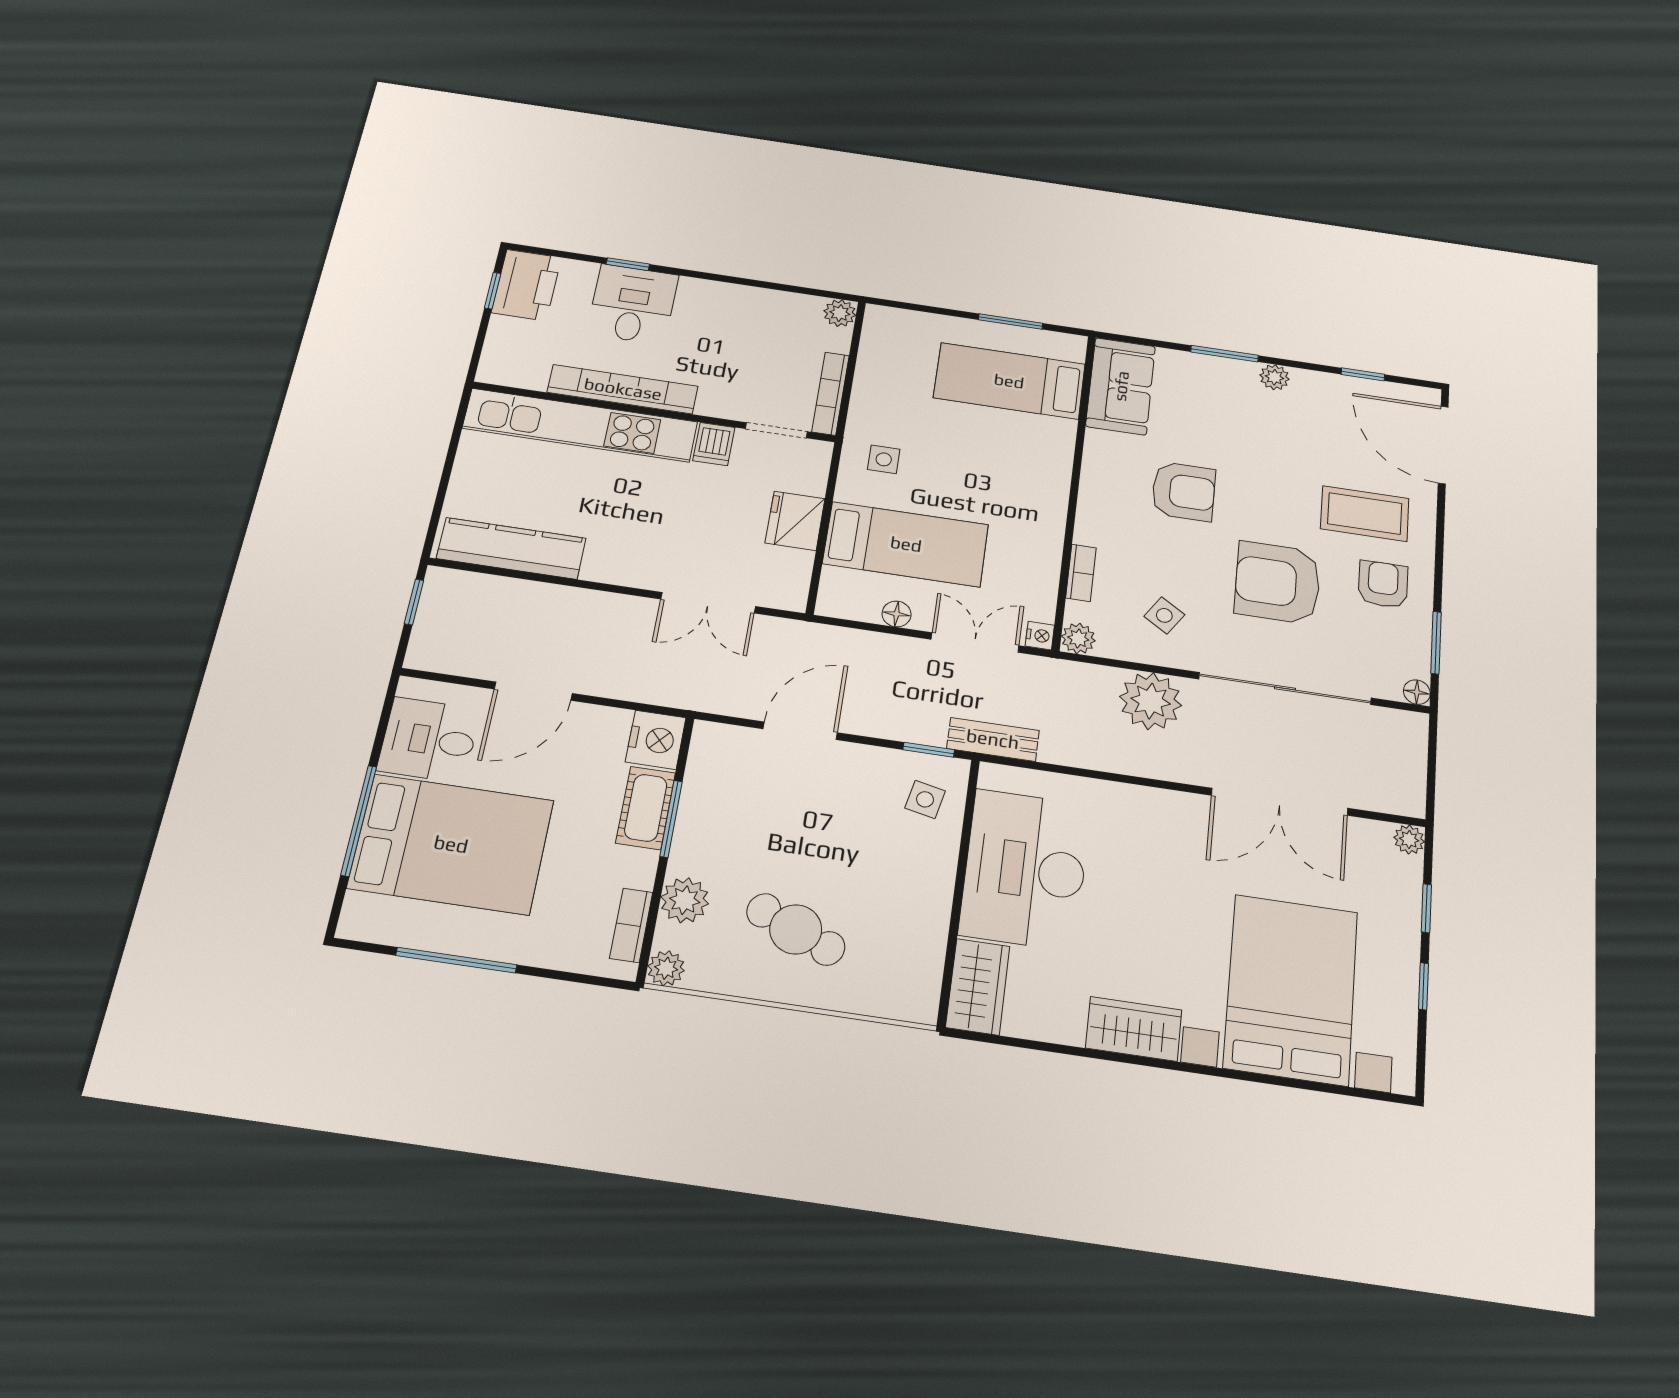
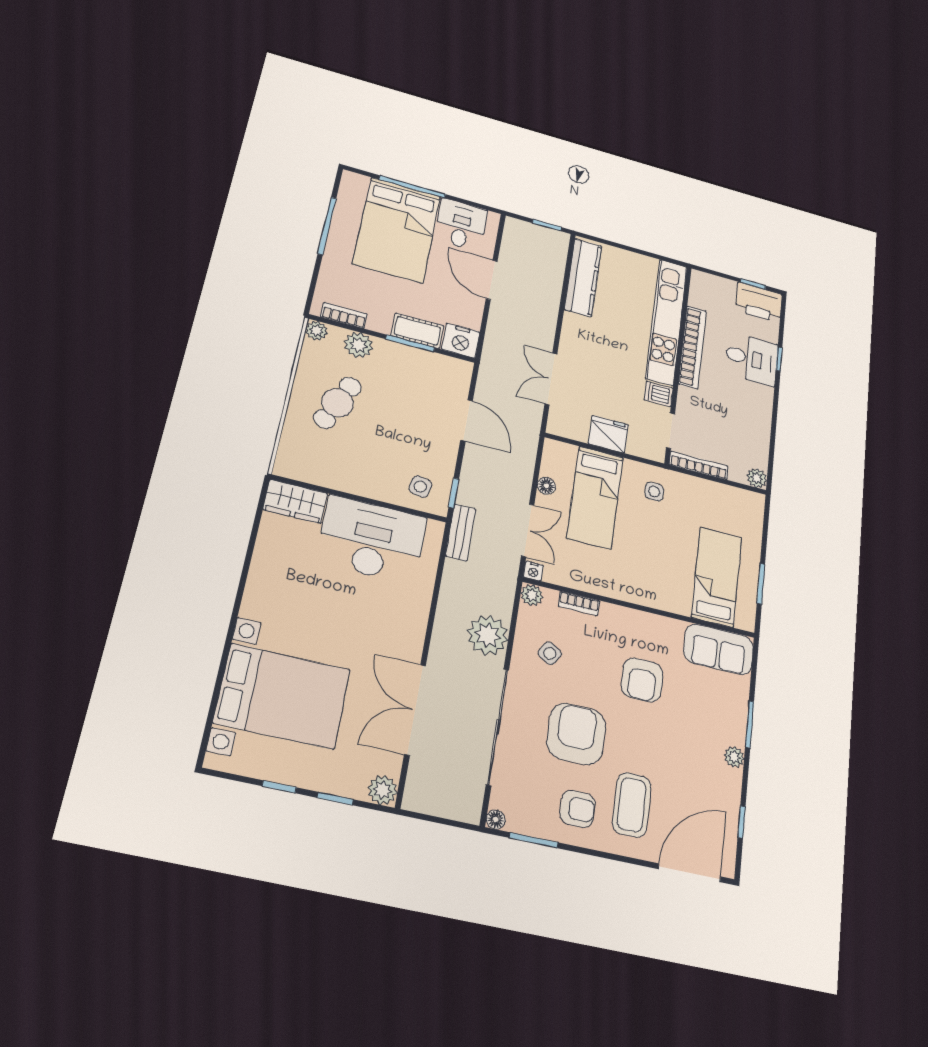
plant: (1409, 840) -> (383, 790), width x1.38, depth x1.38
wardrobe: (1134, 1029) -> (262, 591), removed

